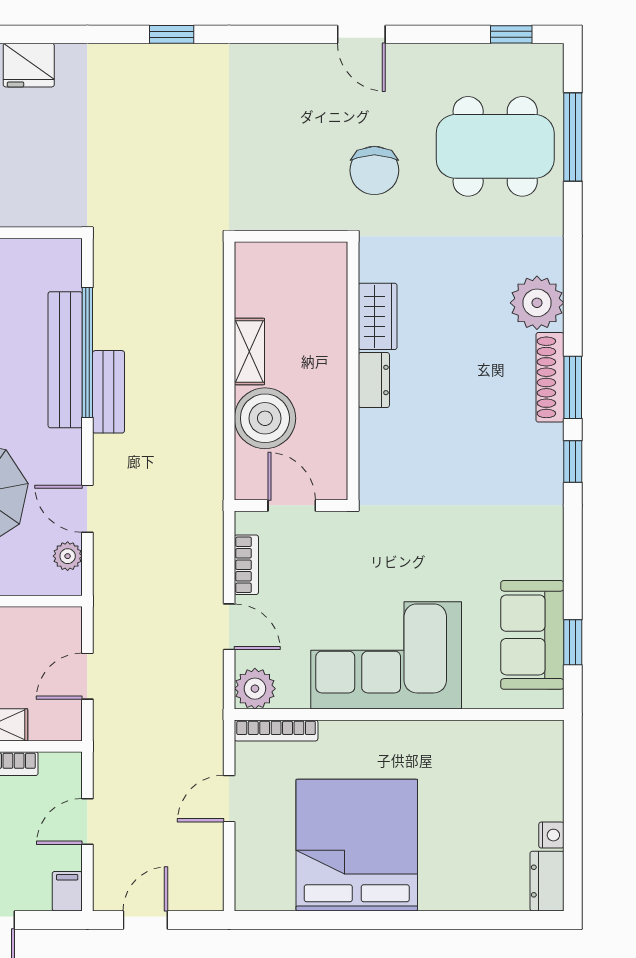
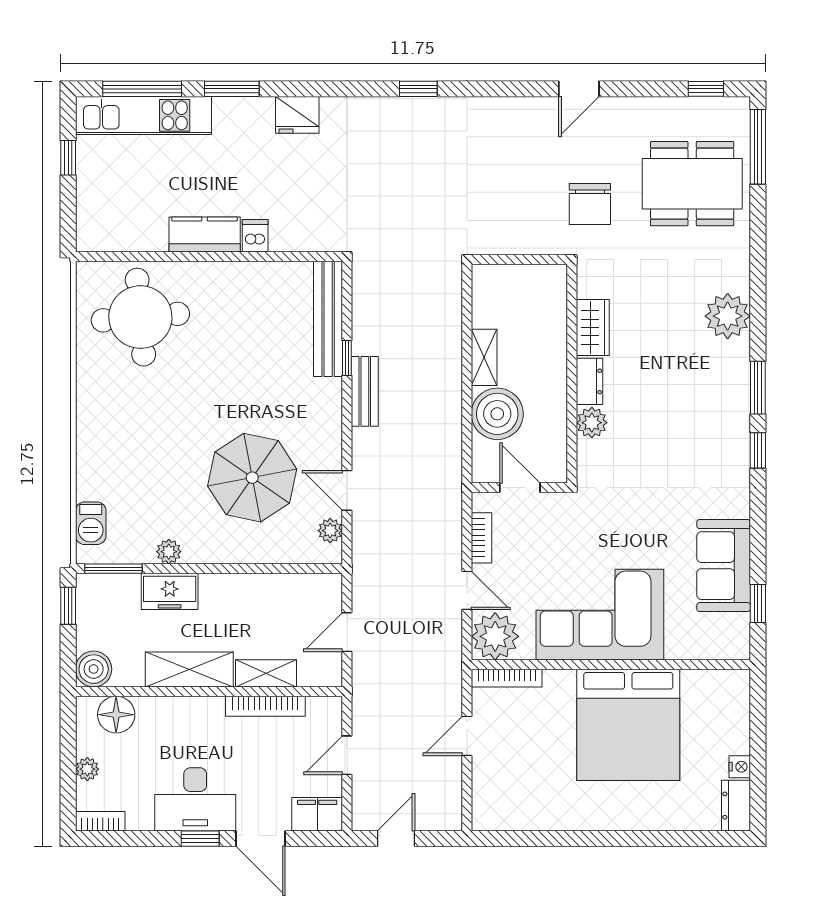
door: (361, 34) -> (579, 89), hinge flipped
window: (573, 137) -> (758, 147), moved
window: (87, 352) -> (347, 358), width x0.32
bench: (65, 360) -> (328, 319), moved
shoe rack: (550, 377) -> (739, 379), removed
plant: (377, 429) -> (592, 423), added
sofa: (532, 635) -> (724, 566), moved
plant: (255, 689) -> (495, 636), width x1.36, depth x1.36
bed: (357, 845) -> (628, 725), moved, turned 180
filing cabinet: (67, 891) -> (317, 814), width x2.00

